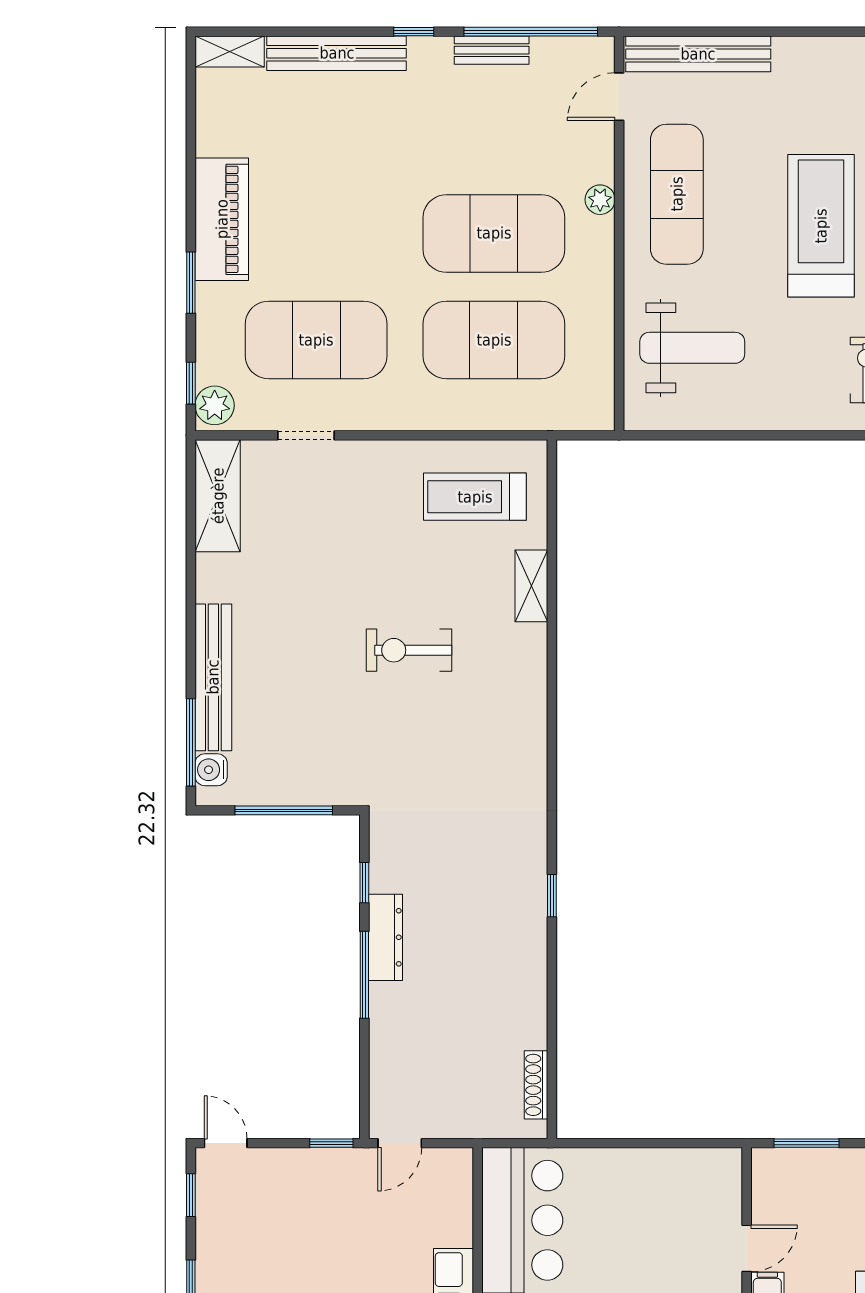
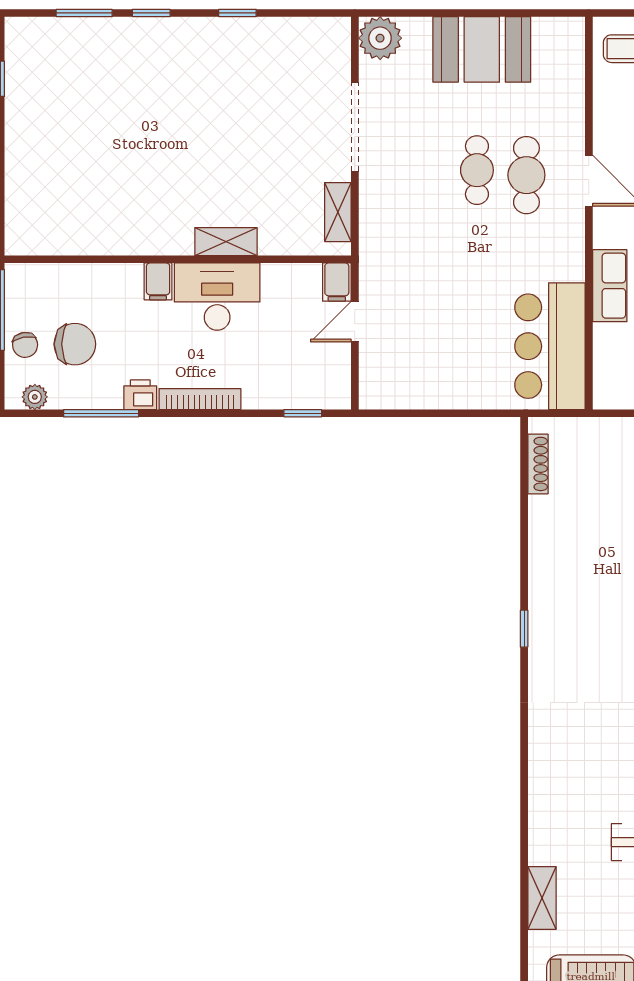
window: (806, 1143) -> (303, 413), width x0.67

